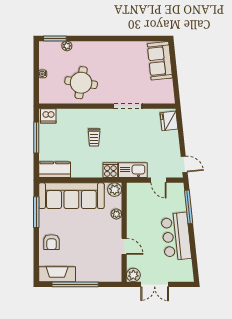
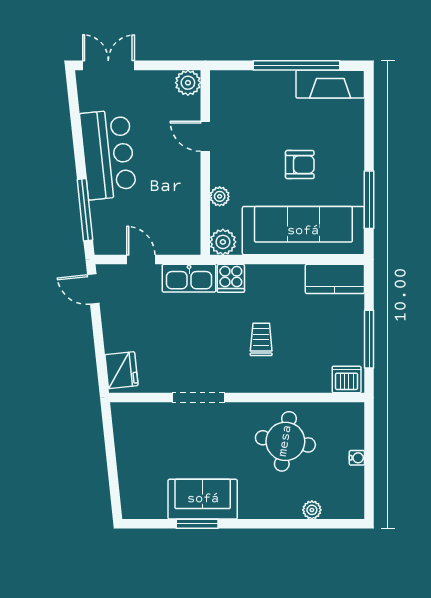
window: (55, 38) -> (197, 524), moved
sofa: (160, 61) -> (203, 499), moved, turned -84
armchair: (52, 242) -> (300, 165), moved, turned 90
double door: (155, 284) -> (108, 65), moved

